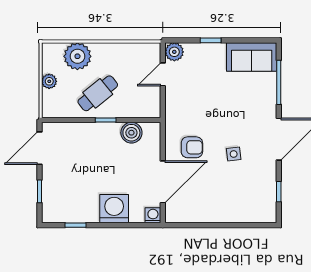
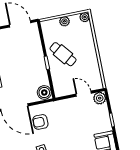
plant: (77, 56) -> (85, 17), moved, width x0.53, depth x0.53
boiler: (131, 133) -> (44, 92), moved
armchair: (192, 147) -> (40, 122), turned 90

